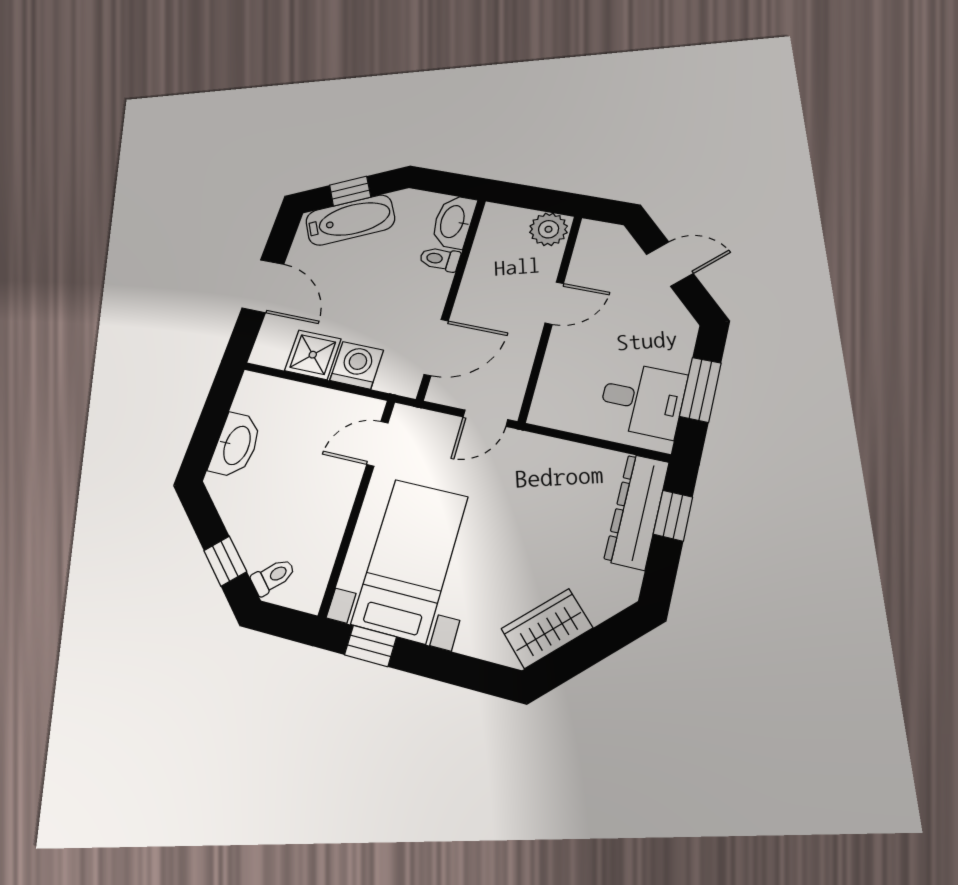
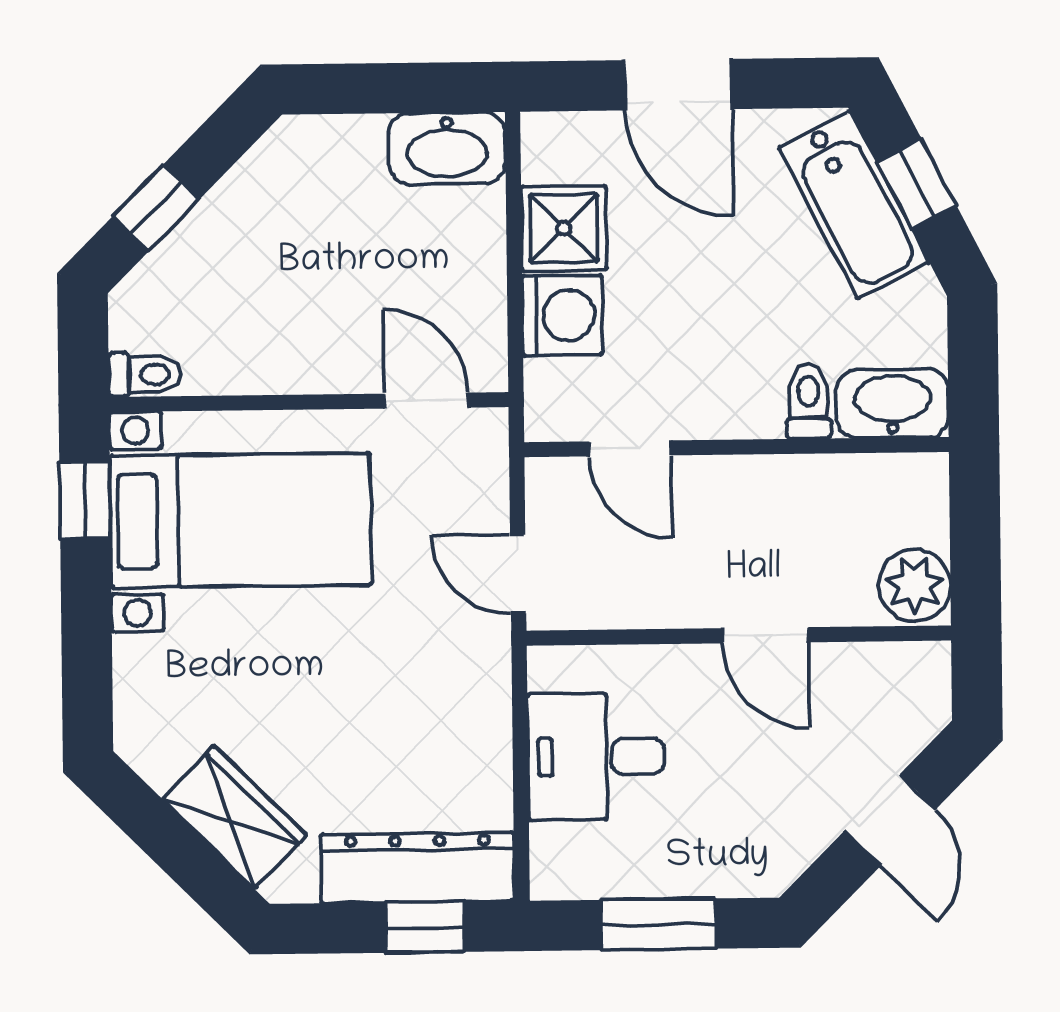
door: (263, 286) -> (678, 85), hinge flipped
door: (436, 347) -> (630, 448), width x0.73
desk: (642, 400) -> (596, 757), moved, turned 90
washbasin: (236, 445) -> (447, 148), moved
toilet: (273, 577) -> (145, 374), moved, turned -45
wardrobe: (547, 628) -> (235, 817), moved

